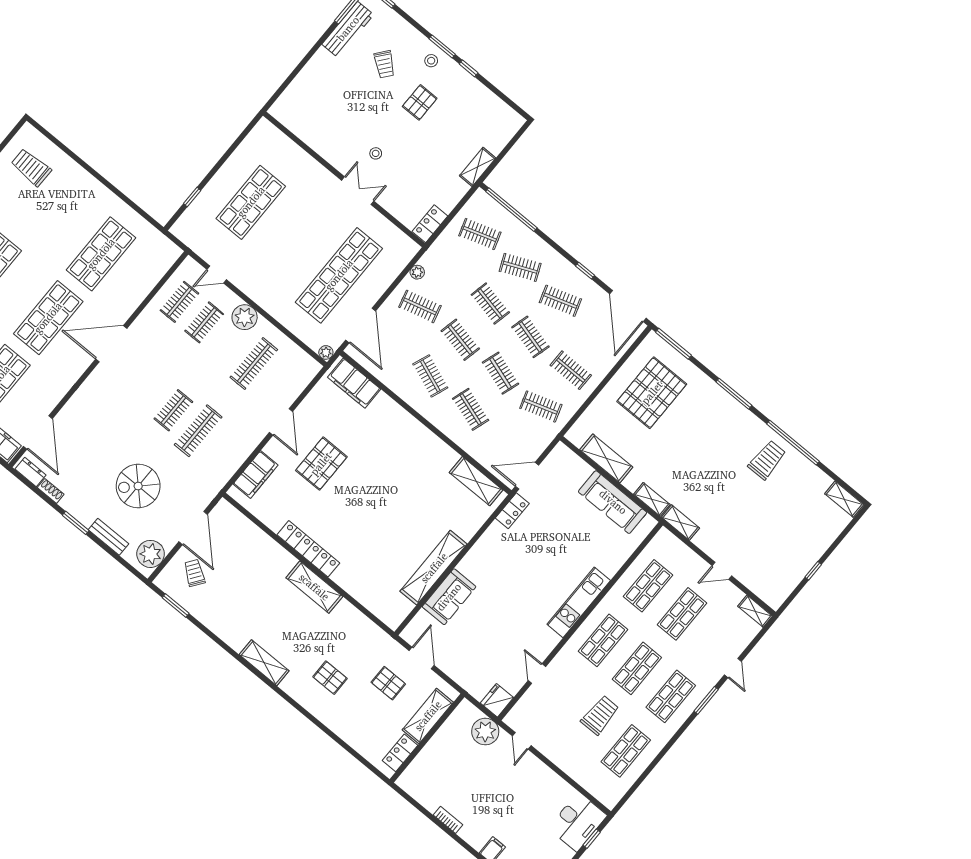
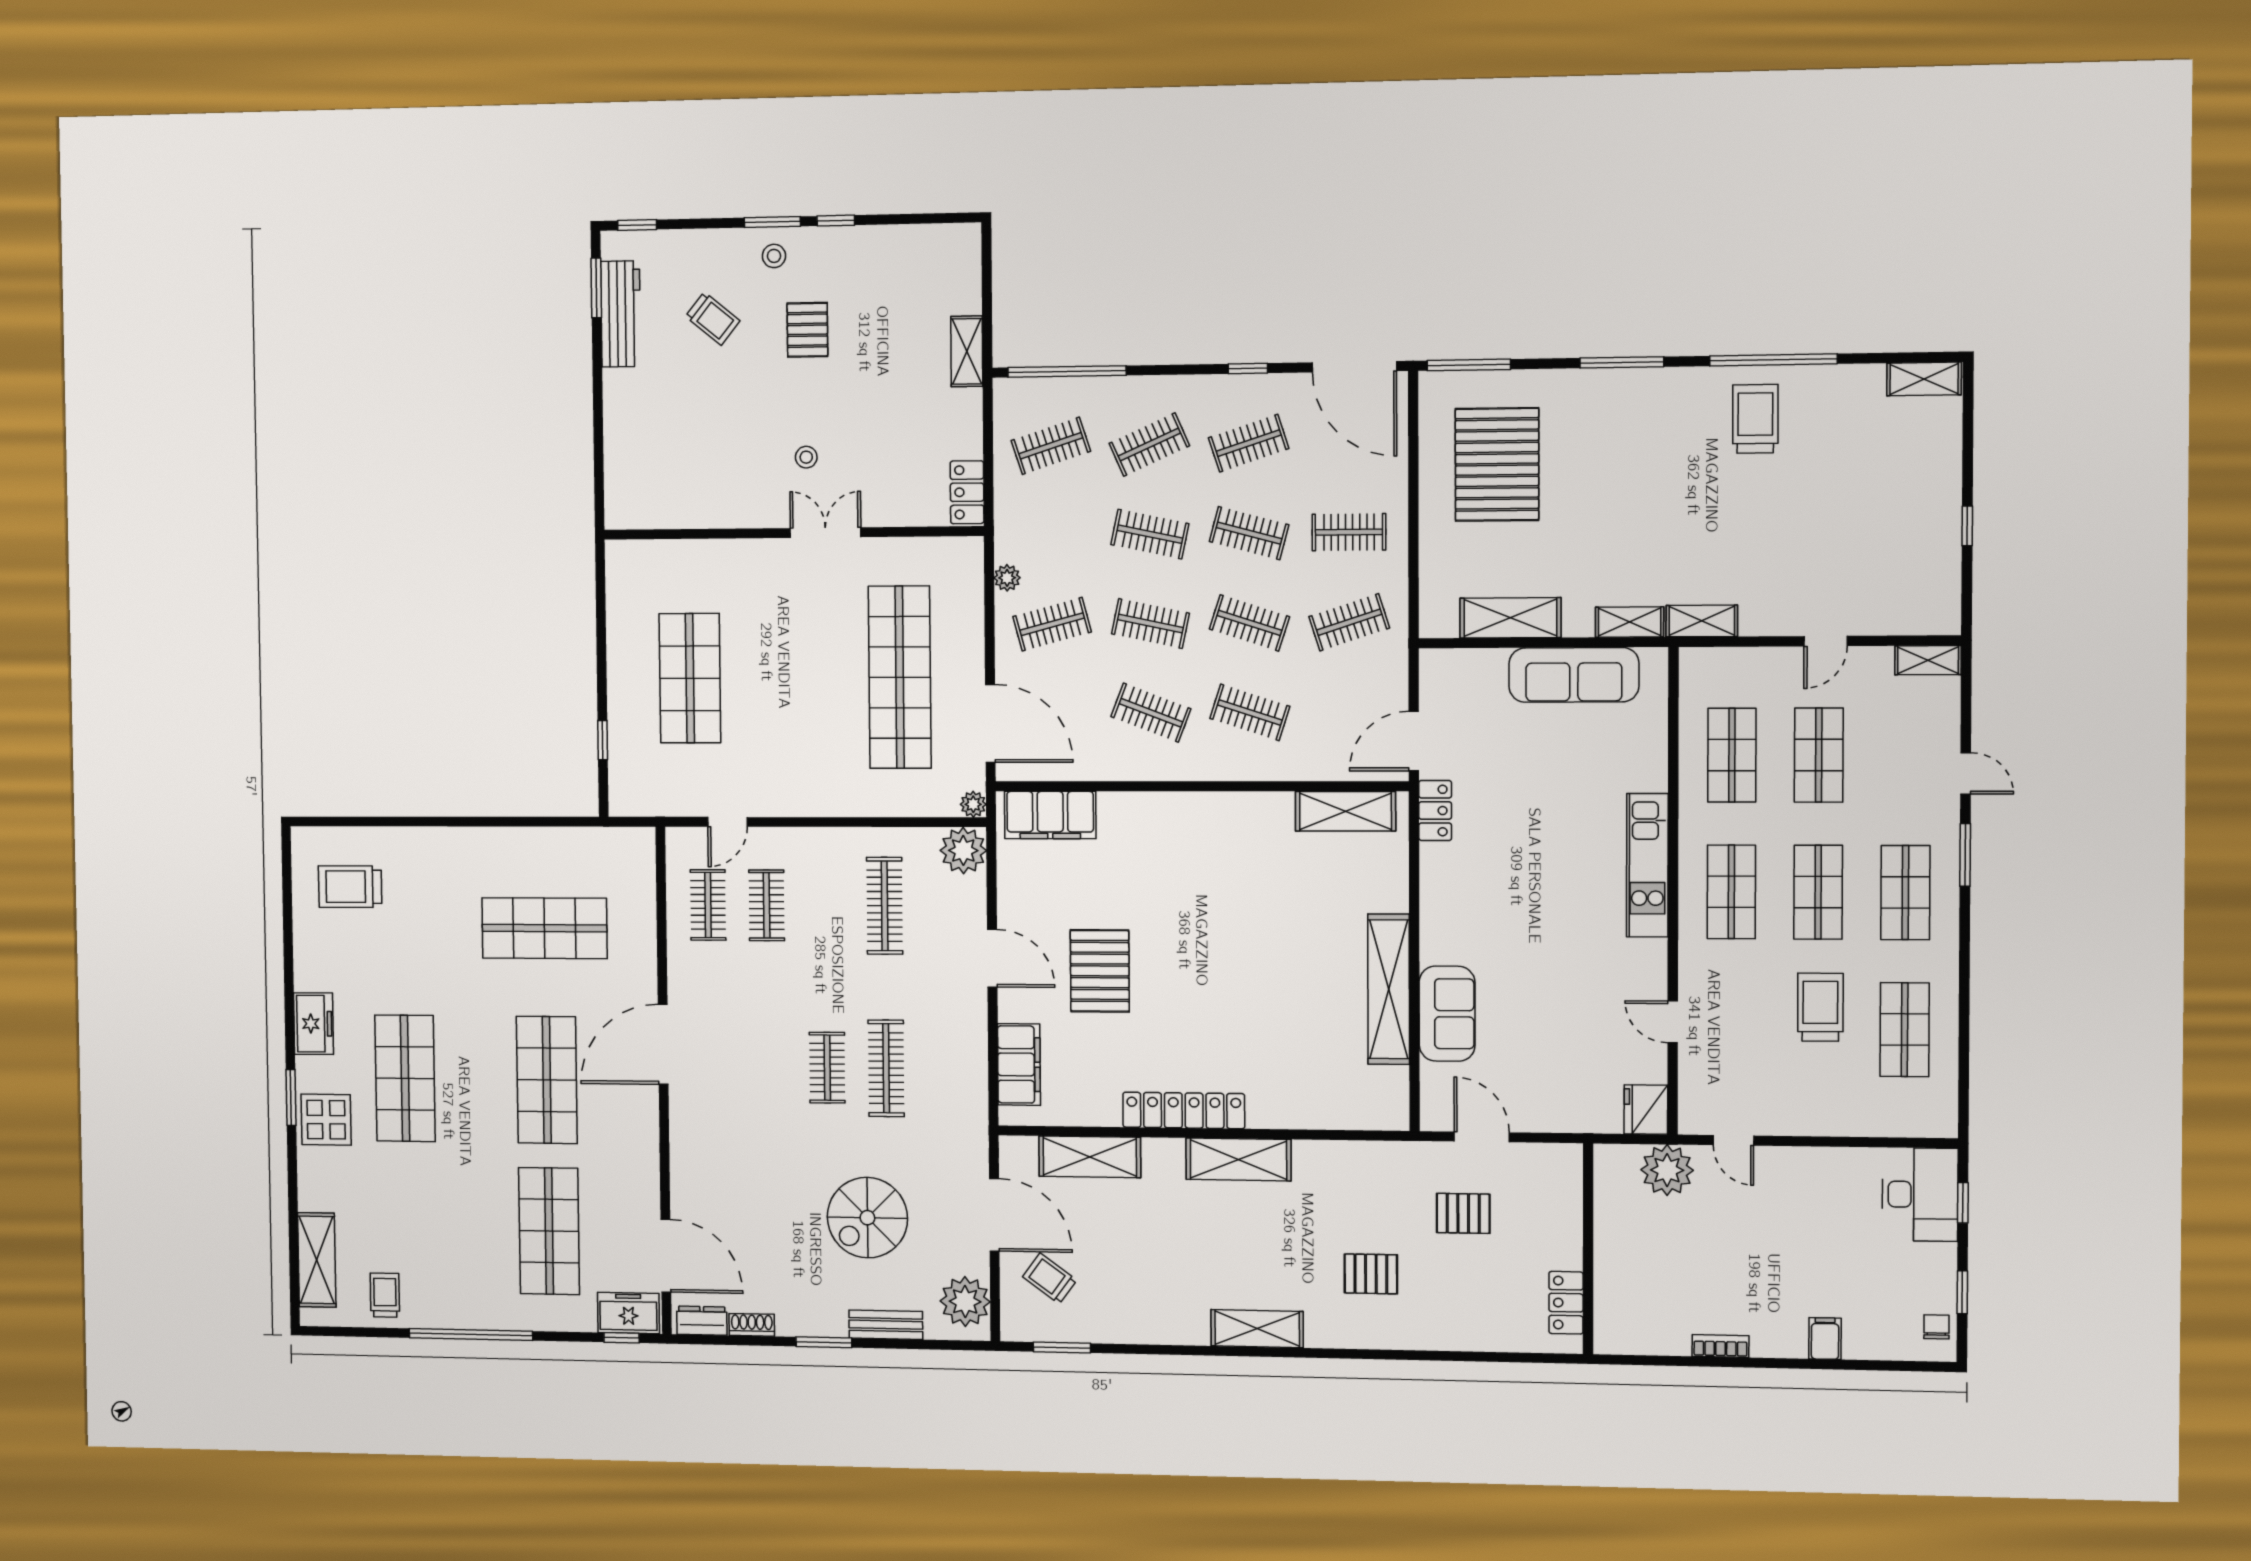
shop shelf: (101, 254) -> (544, 928), turned 90
plant: (245, 317) -> (963, 850), moved
shelving: (428, 716) -> (1090, 1157), moved, turned 90

